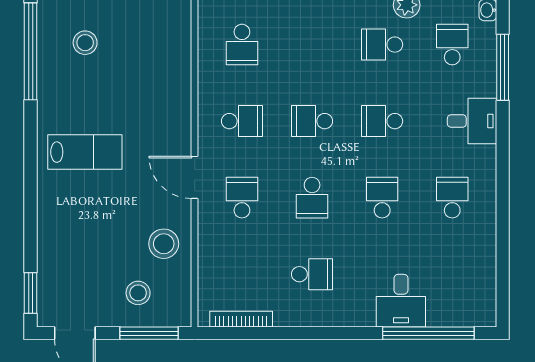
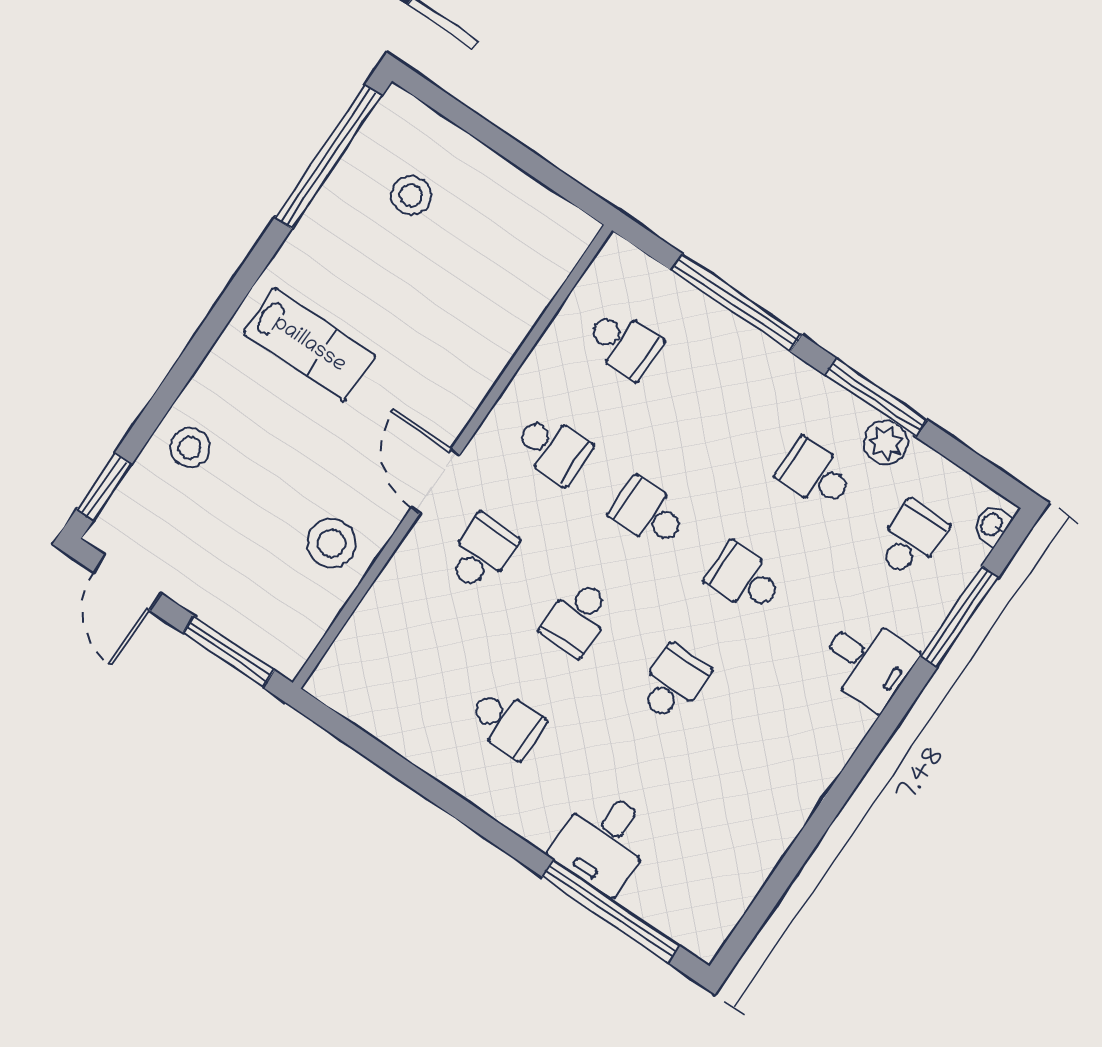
school desk: (242, 45) -> (624, 344), turned -90
school desk: (452, 198) -> (769, 748), removed
stool: (138, 293) -> (190, 448), moved
bookcase: (241, 319) -> (368, 718), removed

